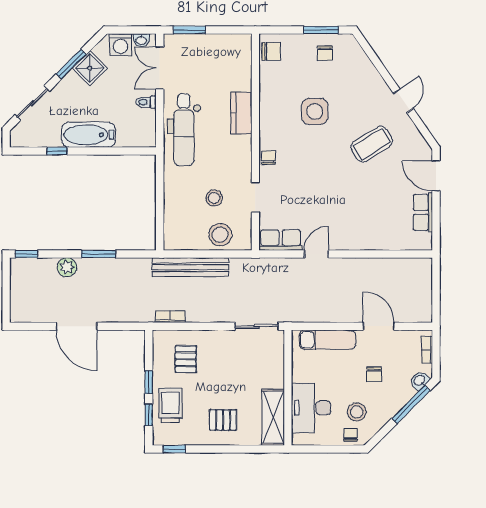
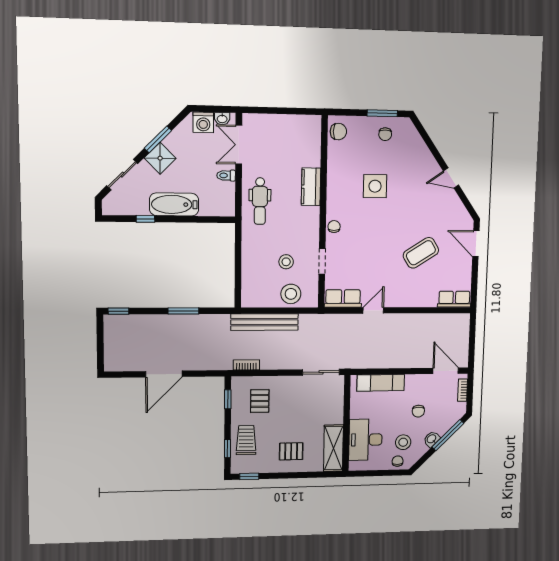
window: (189, 30) -> (266, 110), removed
shower: (90, 68) -> (160, 158), moved
door: (403, 101) -> (451, 178), swing flipped
dental chair: (184, 130) -> (260, 201), width x0.73, depth x0.72
coffee table: (372, 144) -> (421, 253), moved
row of seats: (423, 212) -> (454, 299), moved, turned 90
plant: (67, 267) -> (155, 323), removed
door: (76, 326) -> (164, 374), hinge flipped
door: (379, 326) -> (446, 371), moved
washbasin: (420, 381) -> (432, 439), moved
window: (149, 382) -> (228, 399), moved

